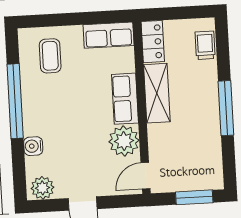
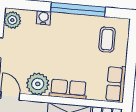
coffee table: (50, 56) -> (107, 40), turned 90

